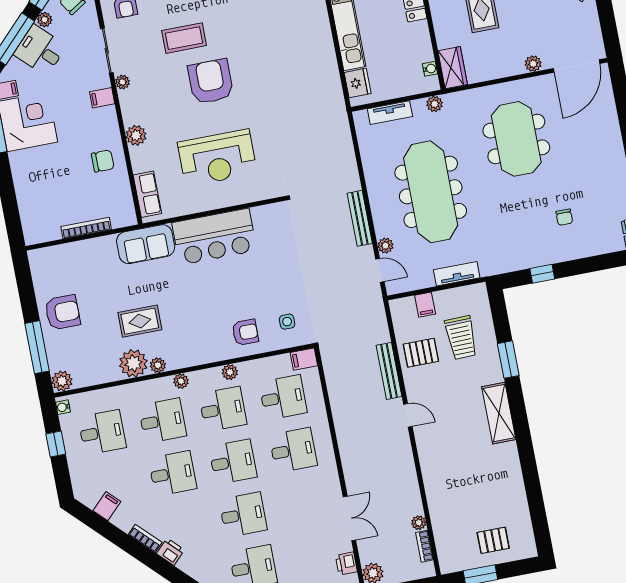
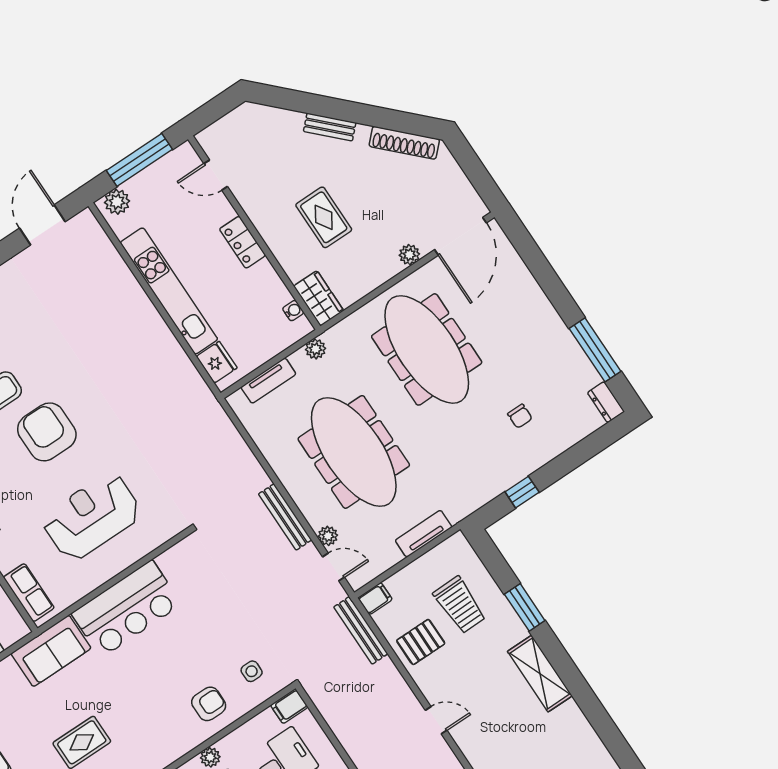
meeting table: (516, 139) -> (427, 349), width x1.36
reception desk: (217, 158) -> (92, 517), turned 180
filing cabinet: (425, 305) -> (375, 599), moved, turned -90
bench: (389, 371) -> (361, 630), moved

